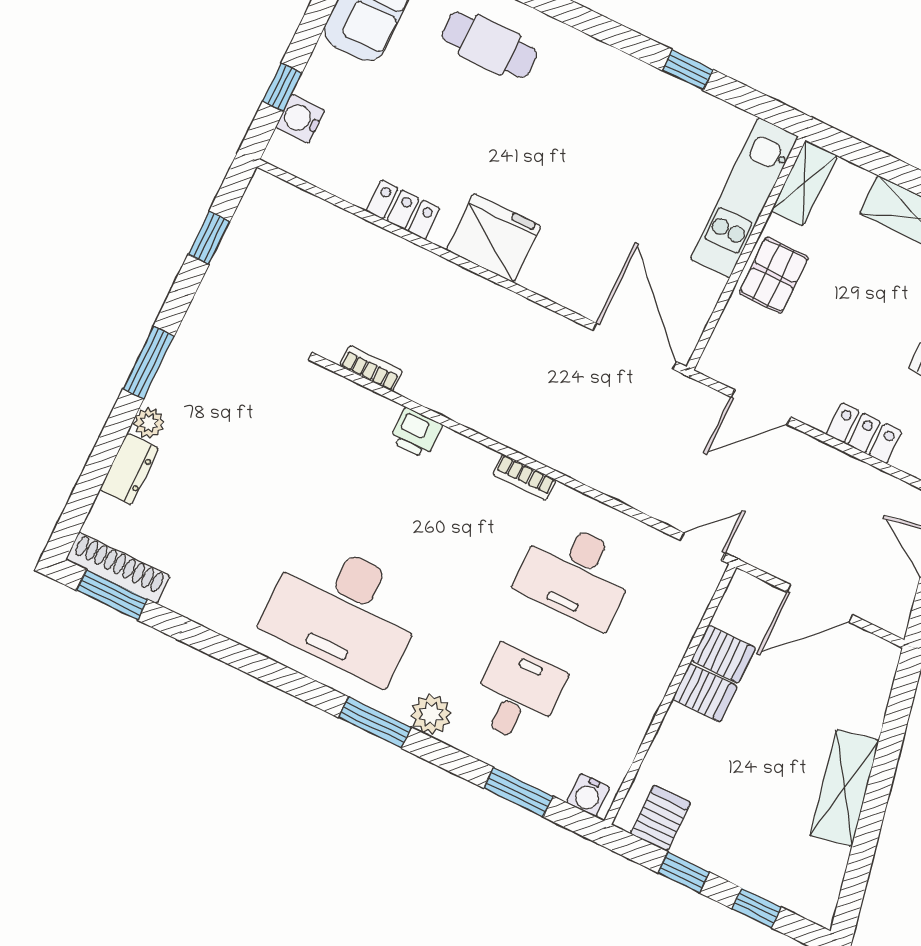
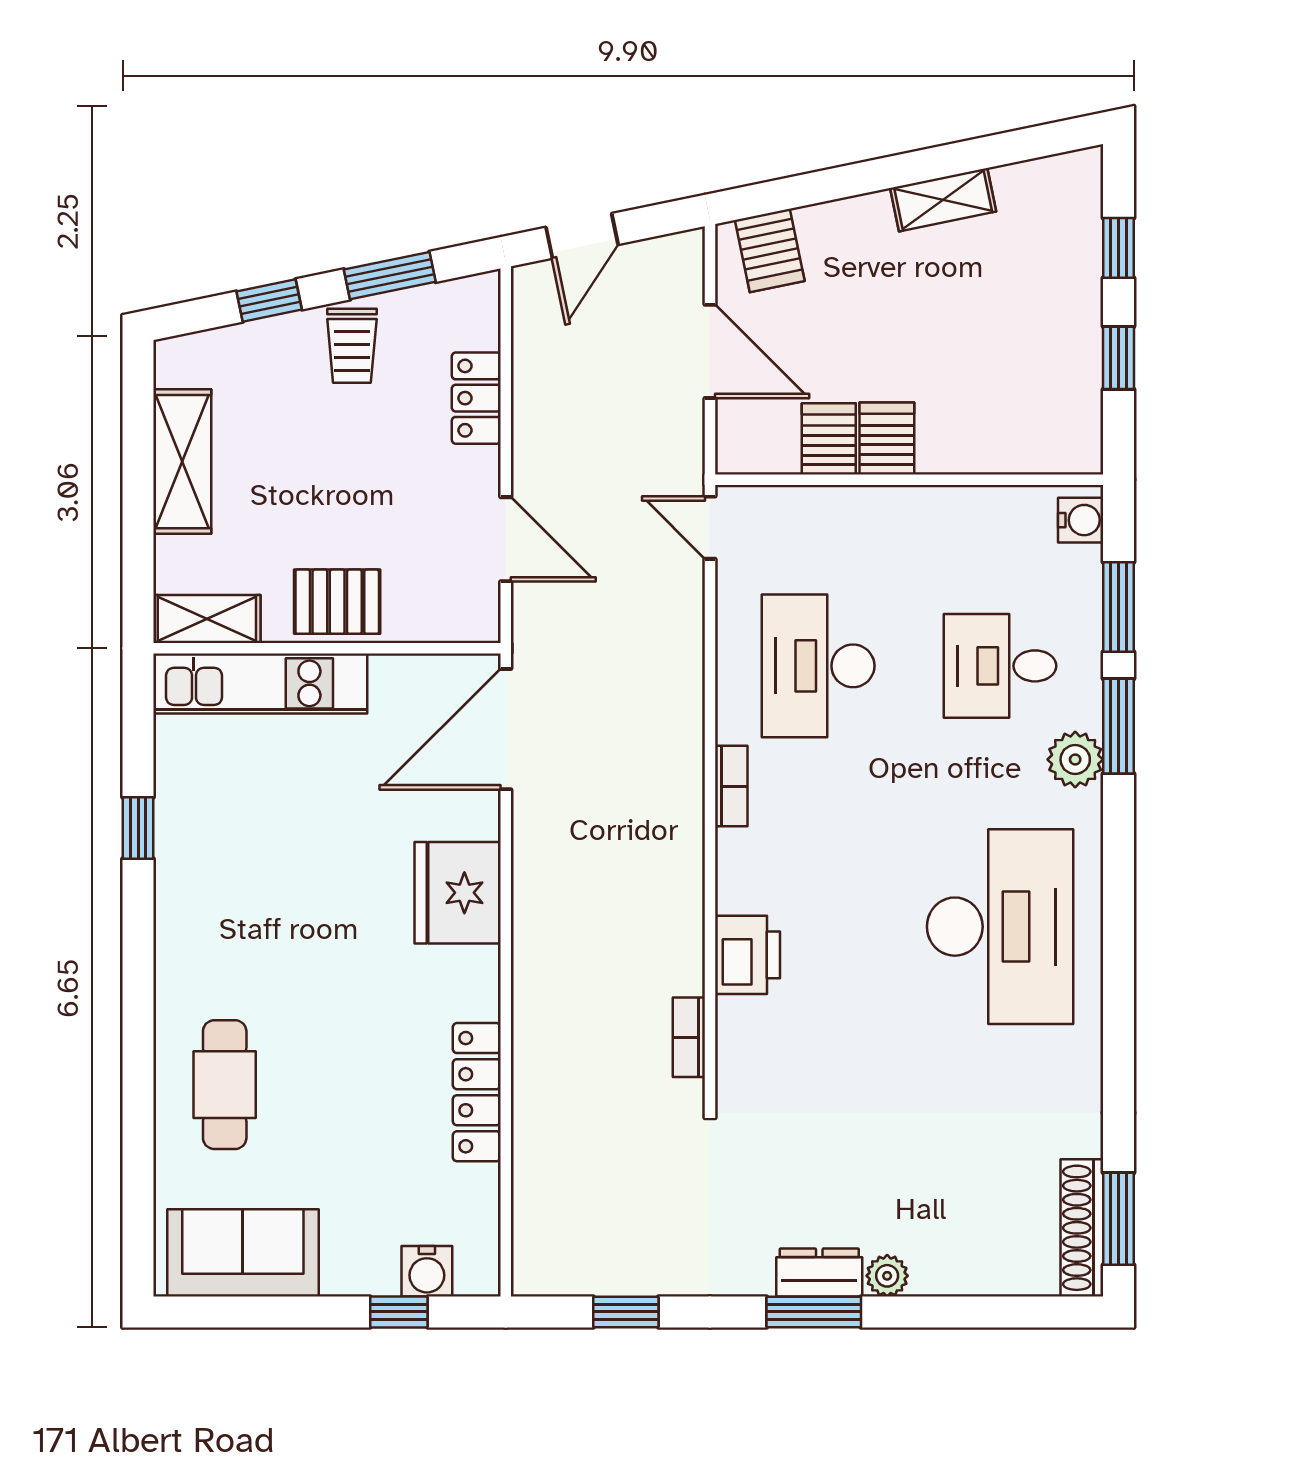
locker: (403, 210) -> (477, 1092), width x1.53
fridge: (494, 238) -> (458, 893), moved
printer: (416, 433) -> (747, 955), width x1.36, depth x1.24
dresser: (129, 469) -> (819, 1272), moved
desk: (576, 574) -> (818, 666), turned 180
window: (375, 722) -> (1118, 726), moved
shelving: (844, 788) -> (943, 200), width x0.67, depth x0.75
server rack: (660, 818) -> (770, 250), moved, turned -102

